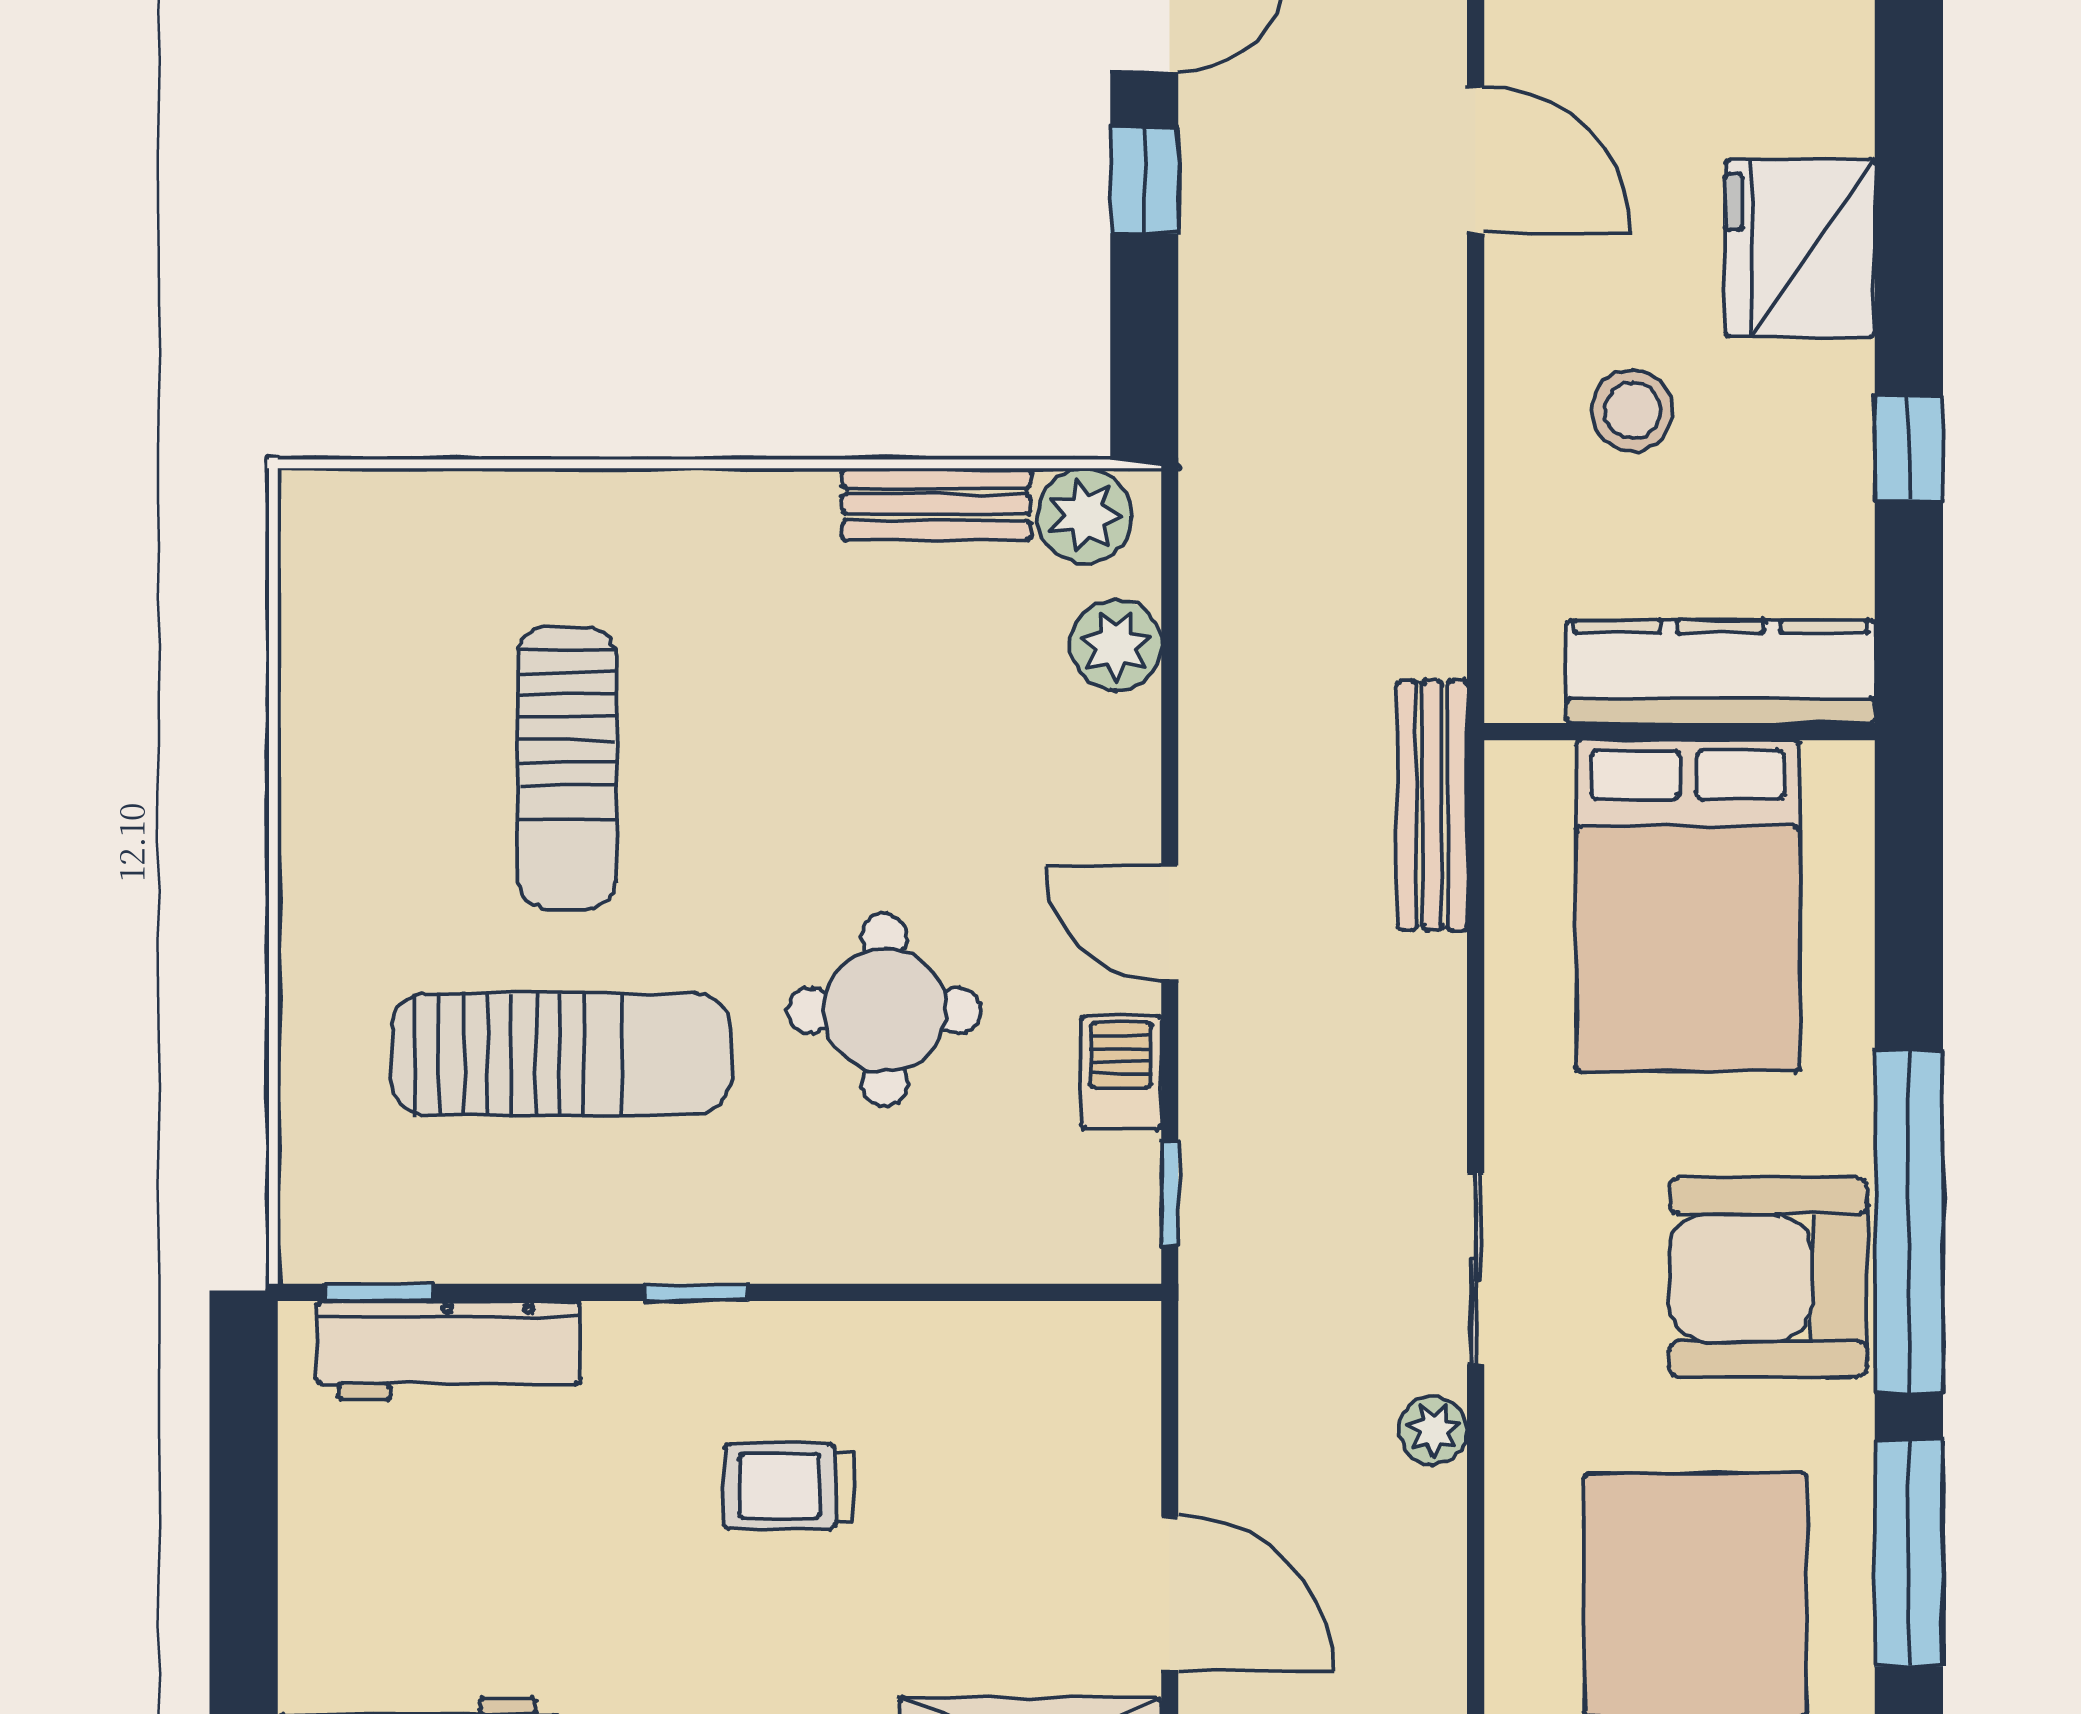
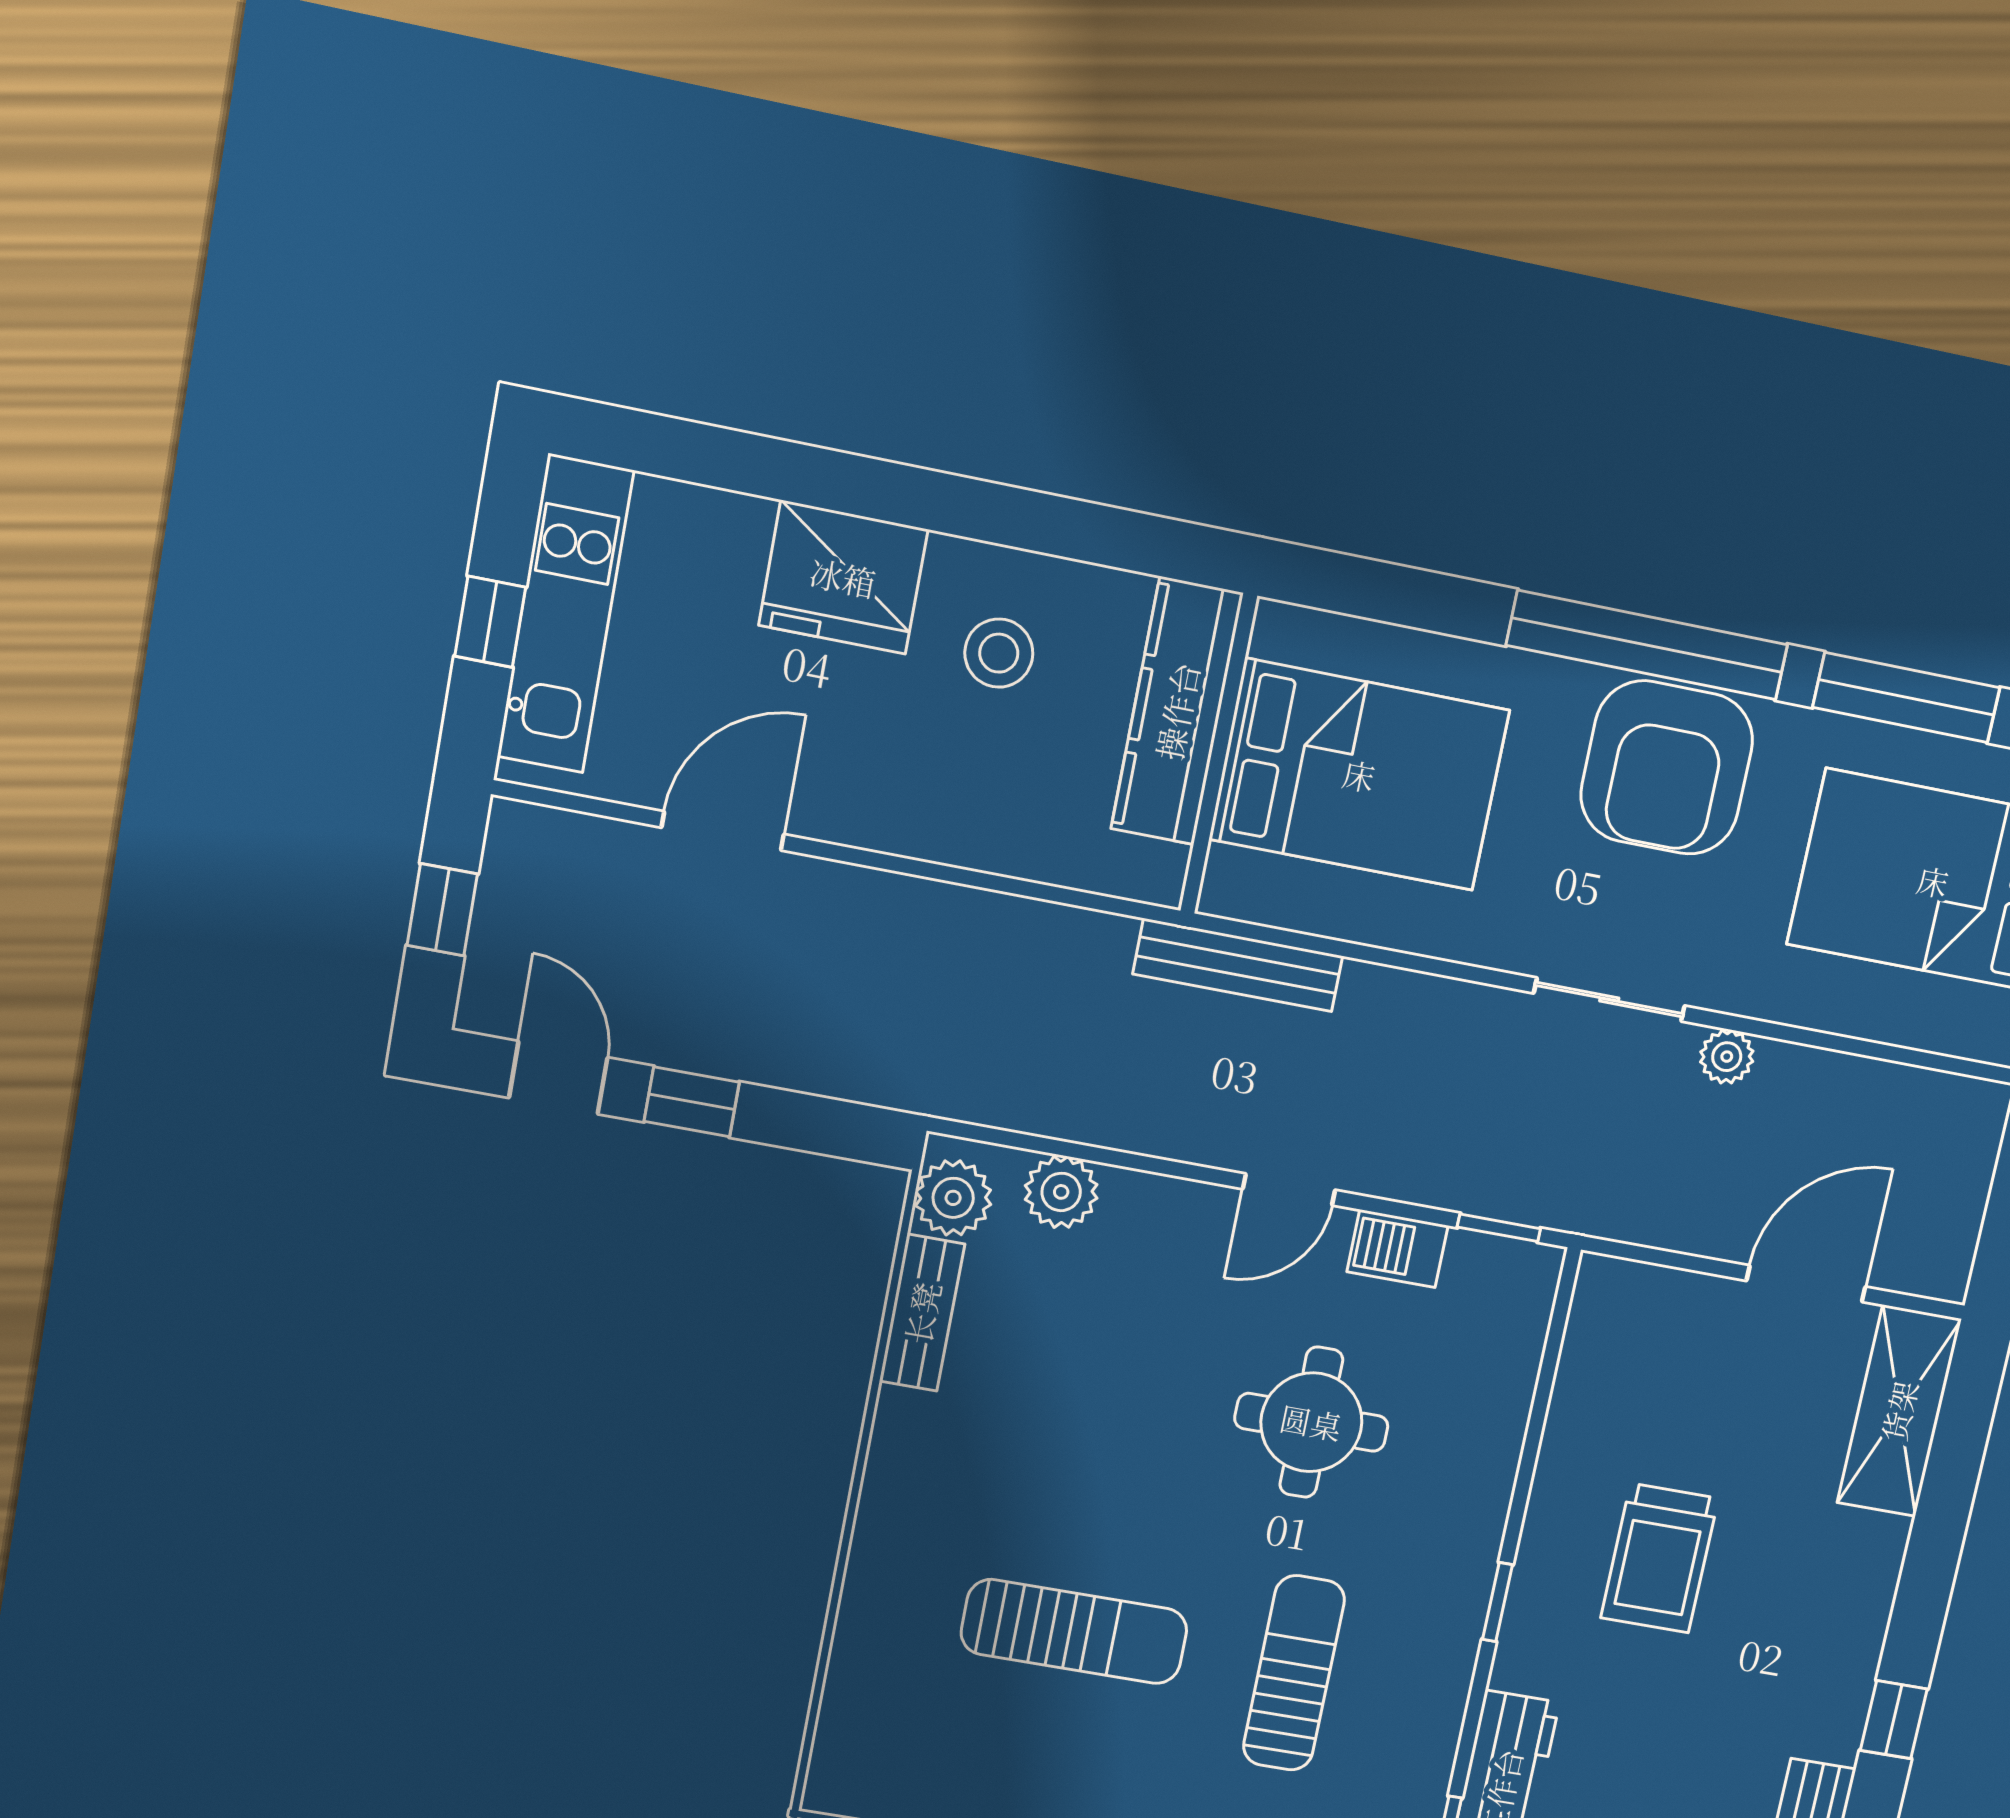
stool: (1632, 410) -> (999, 653), moved
window: (1909, 448) -> (1025, 519), removed
sun lounger: (561, 1054) -> (1294, 1673), width x0.73, depth x0.75
trolley: (788, 1486) -> (1660, 1558), width x1.36, depth x1.39

